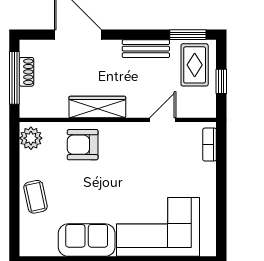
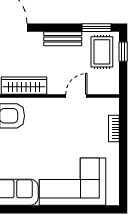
window: (221, 81) -> (123, 52), moved
bookcase: (210, 145) -> (114, 129), moved

